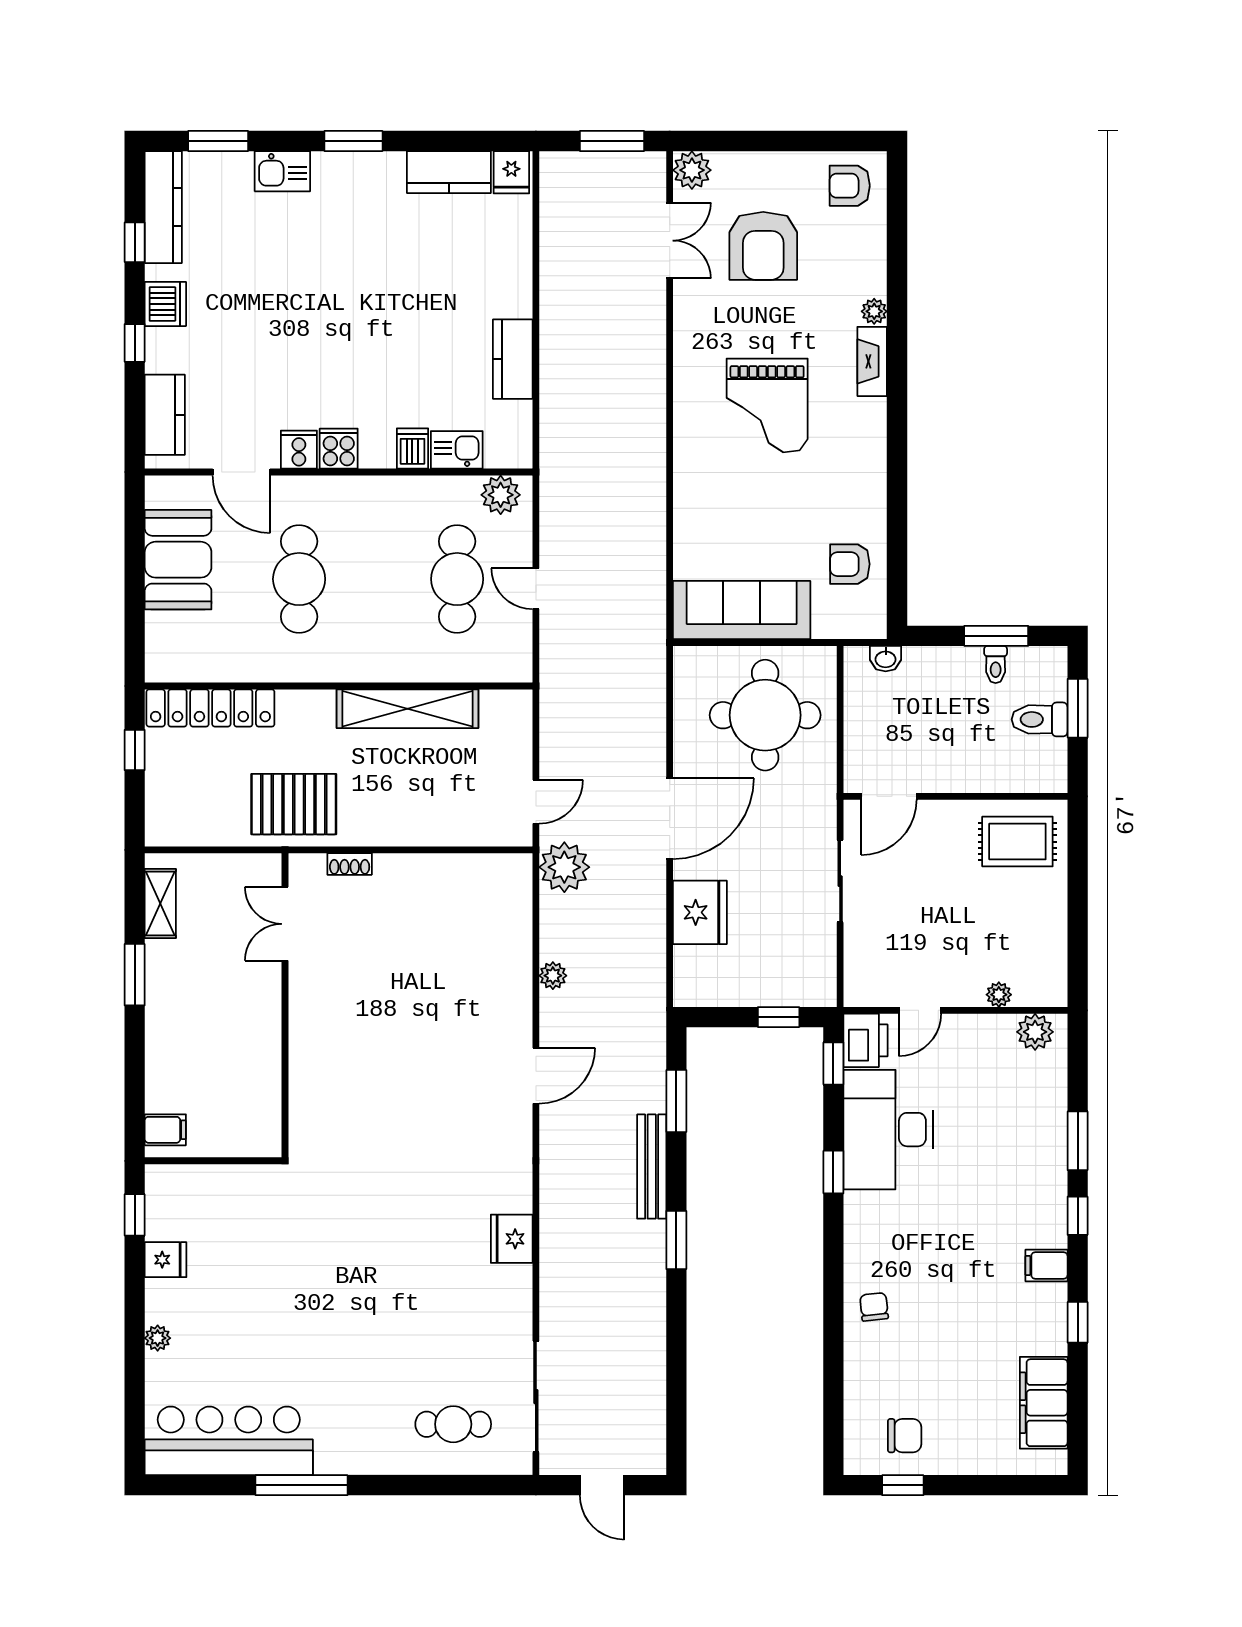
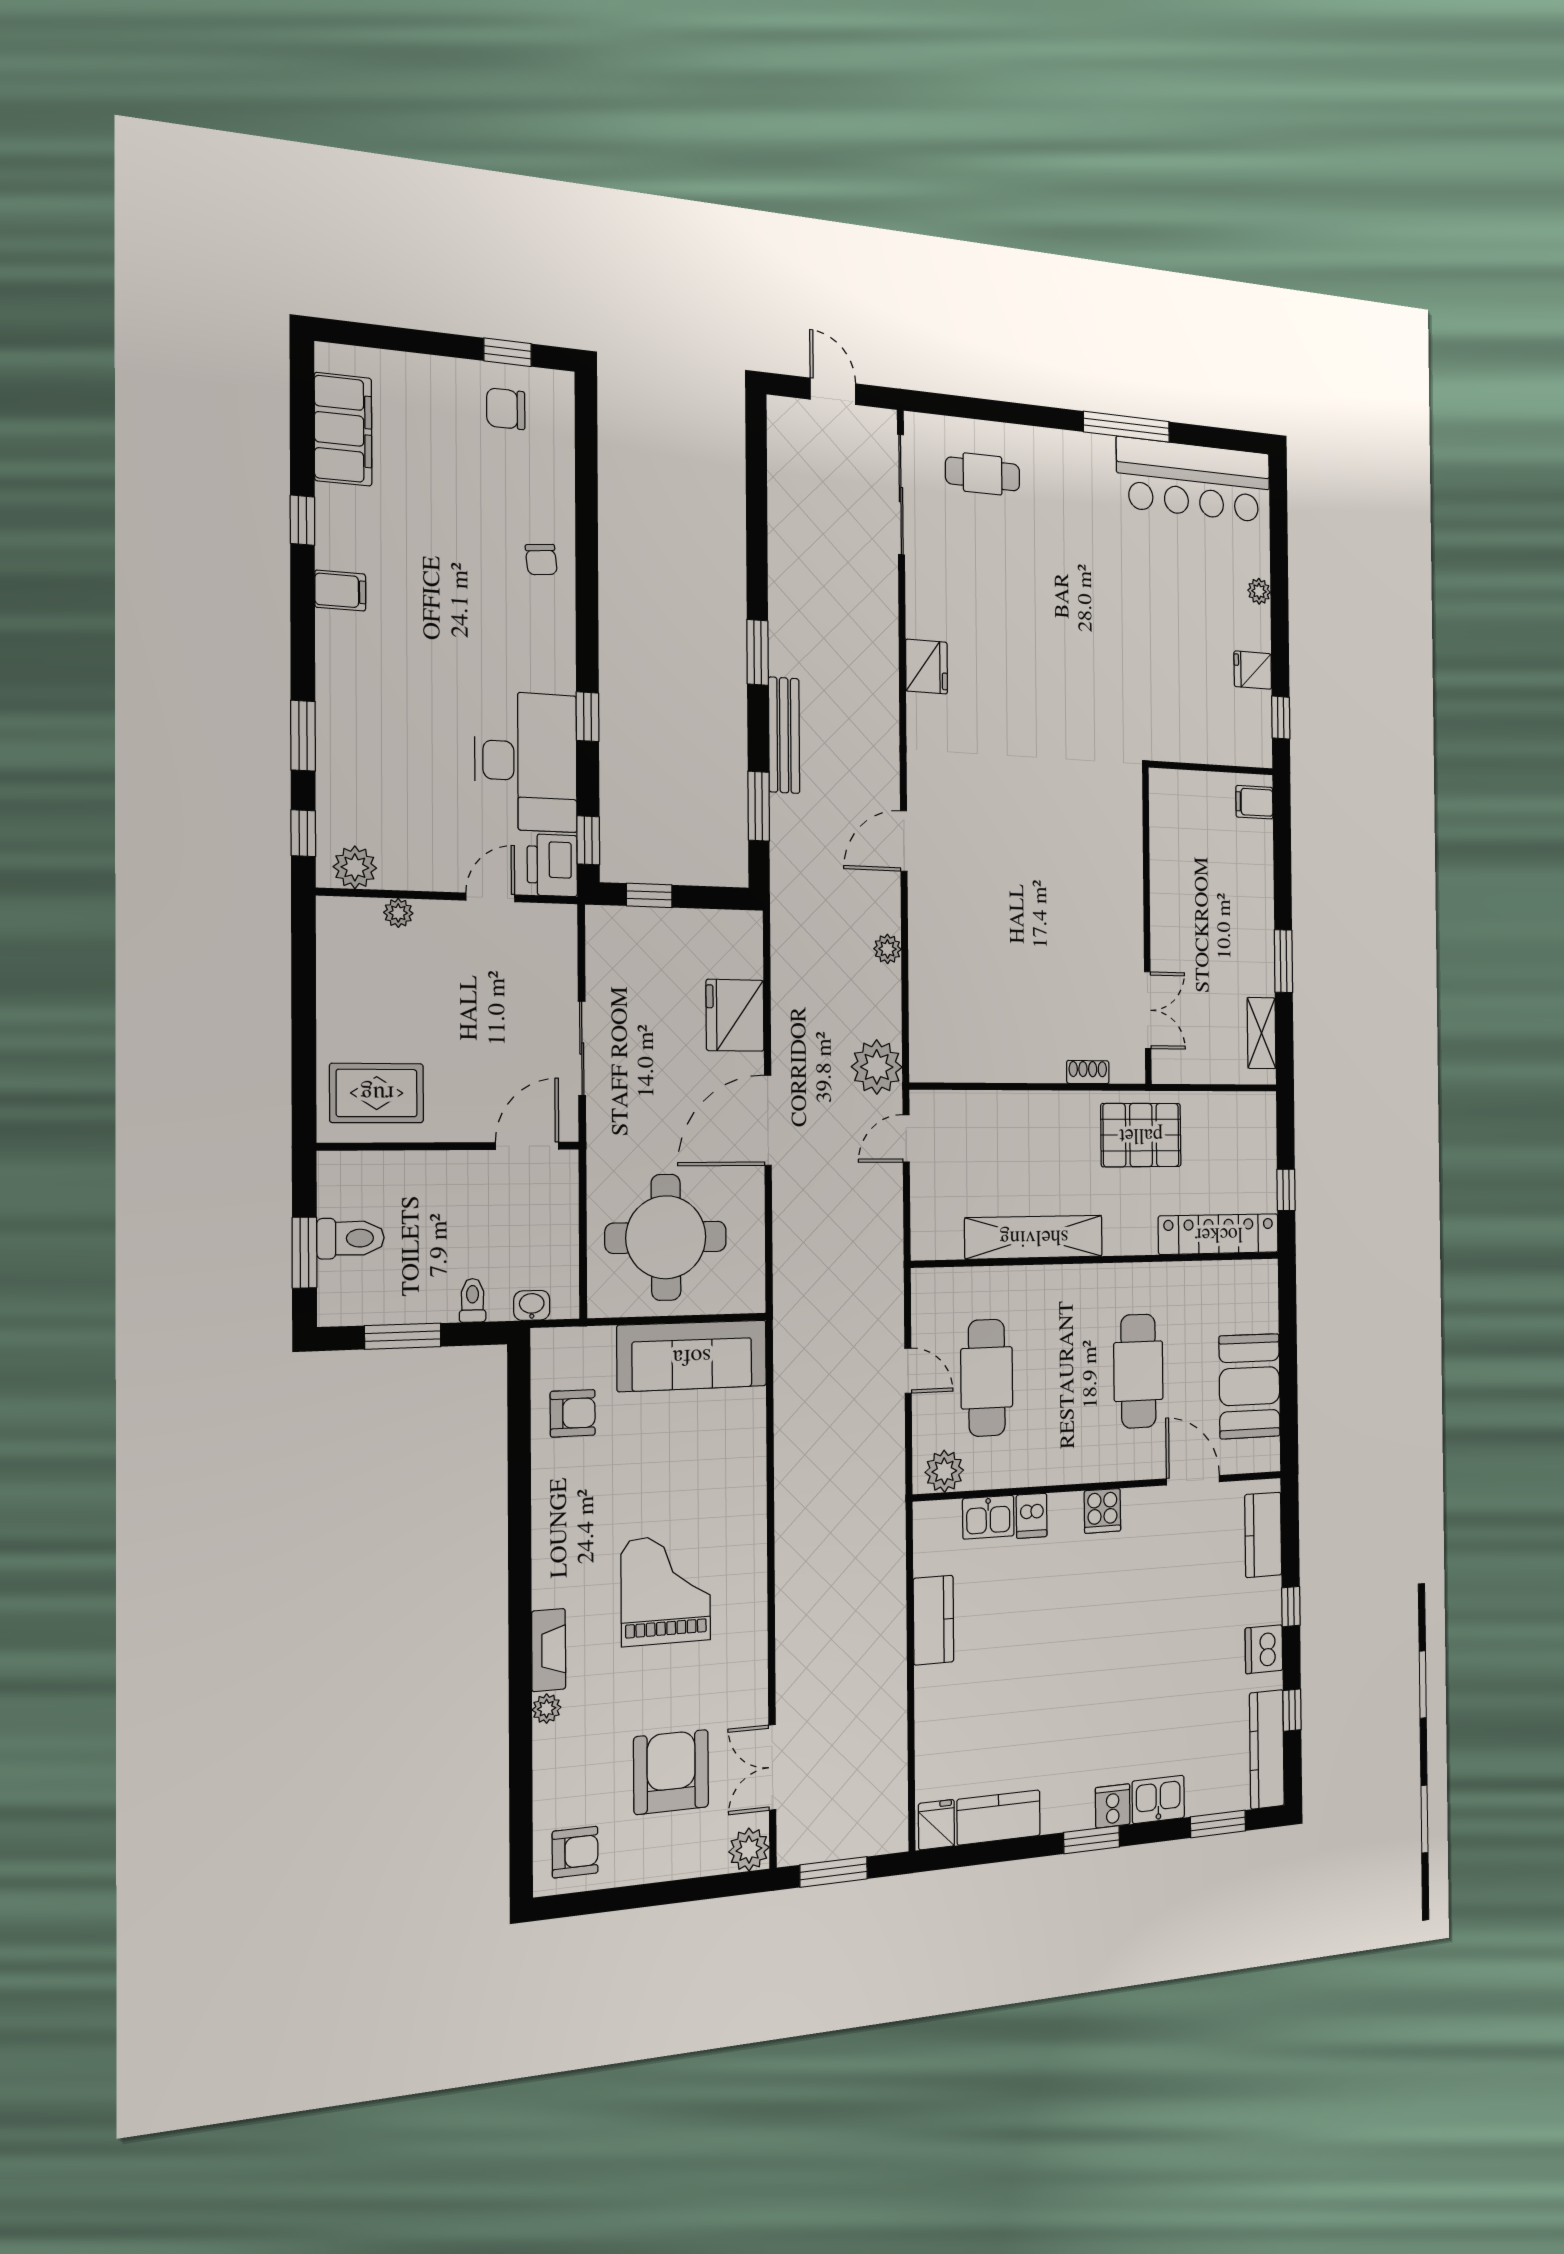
cooker: (299, 450) -> (1113, 1806), moved, turned 180
toilet: (996, 664) -> (473, 1300), moved
window: (1078, 1216) -> (303, 833), moved

